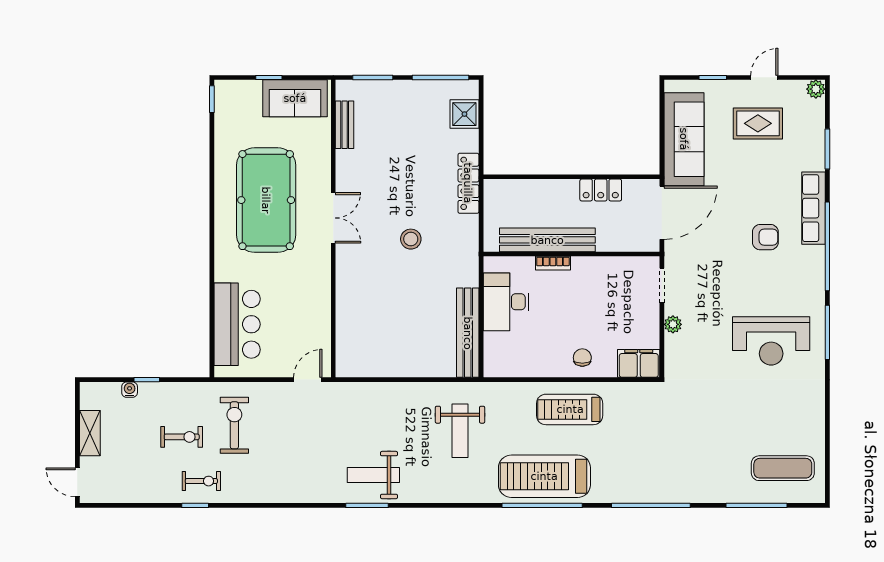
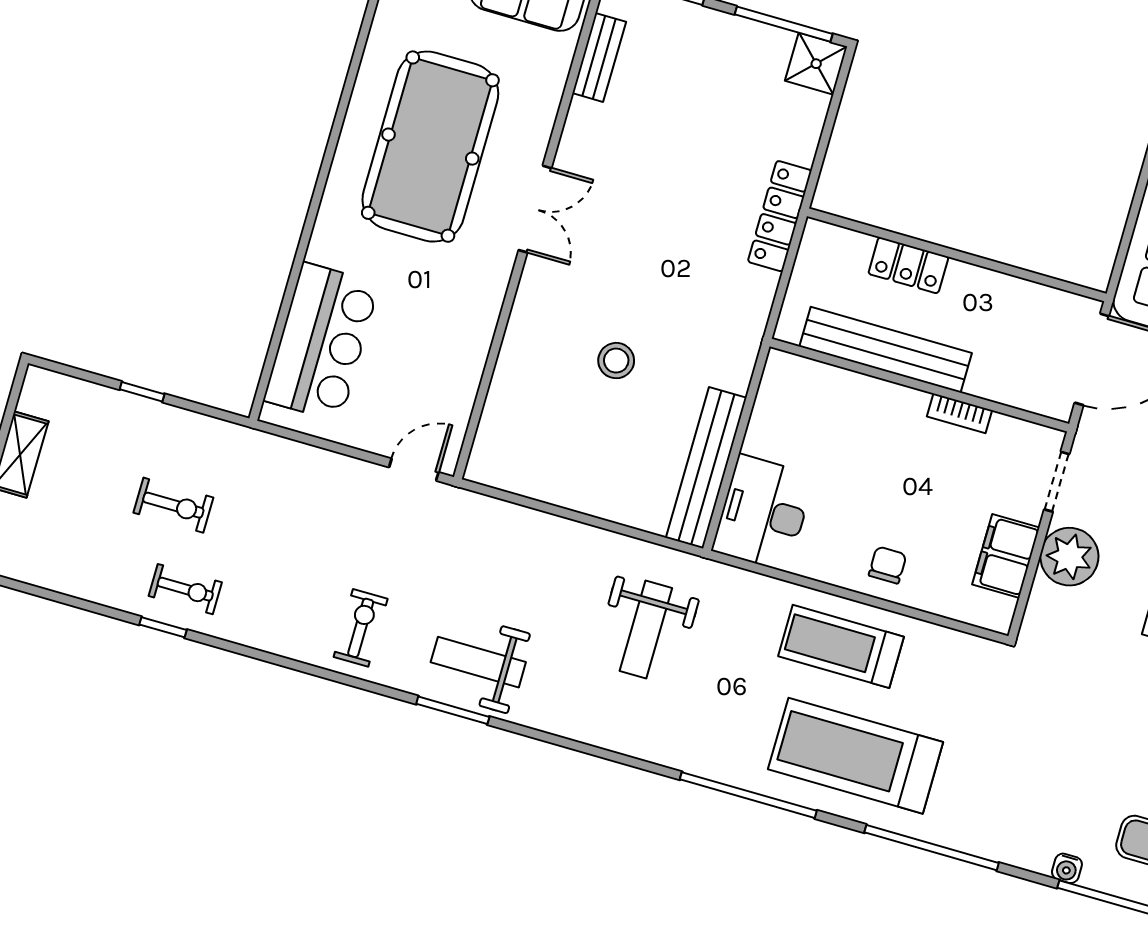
shower: (464, 114) -> (816, 64), moved
locker: (601, 190) -> (908, 265), moved
stool: (411, 239) -> (616, 361), moved
bookcase: (553, 263) -> (959, 413), moved
desk: (506, 302) -> (763, 513), moved
plant: (673, 324) -> (1069, 557), width x1.88, depth x1.88
filing cabinet: (639, 363) -> (1006, 556), moved, turned -90
water cooler: (130, 390) -> (1067, 868), moved, turned 180
exercise bike: (234, 425) -> (361, 628), moved, width x0.73, depth x0.72
treadmill: (544, 476) -> (856, 756), moved

